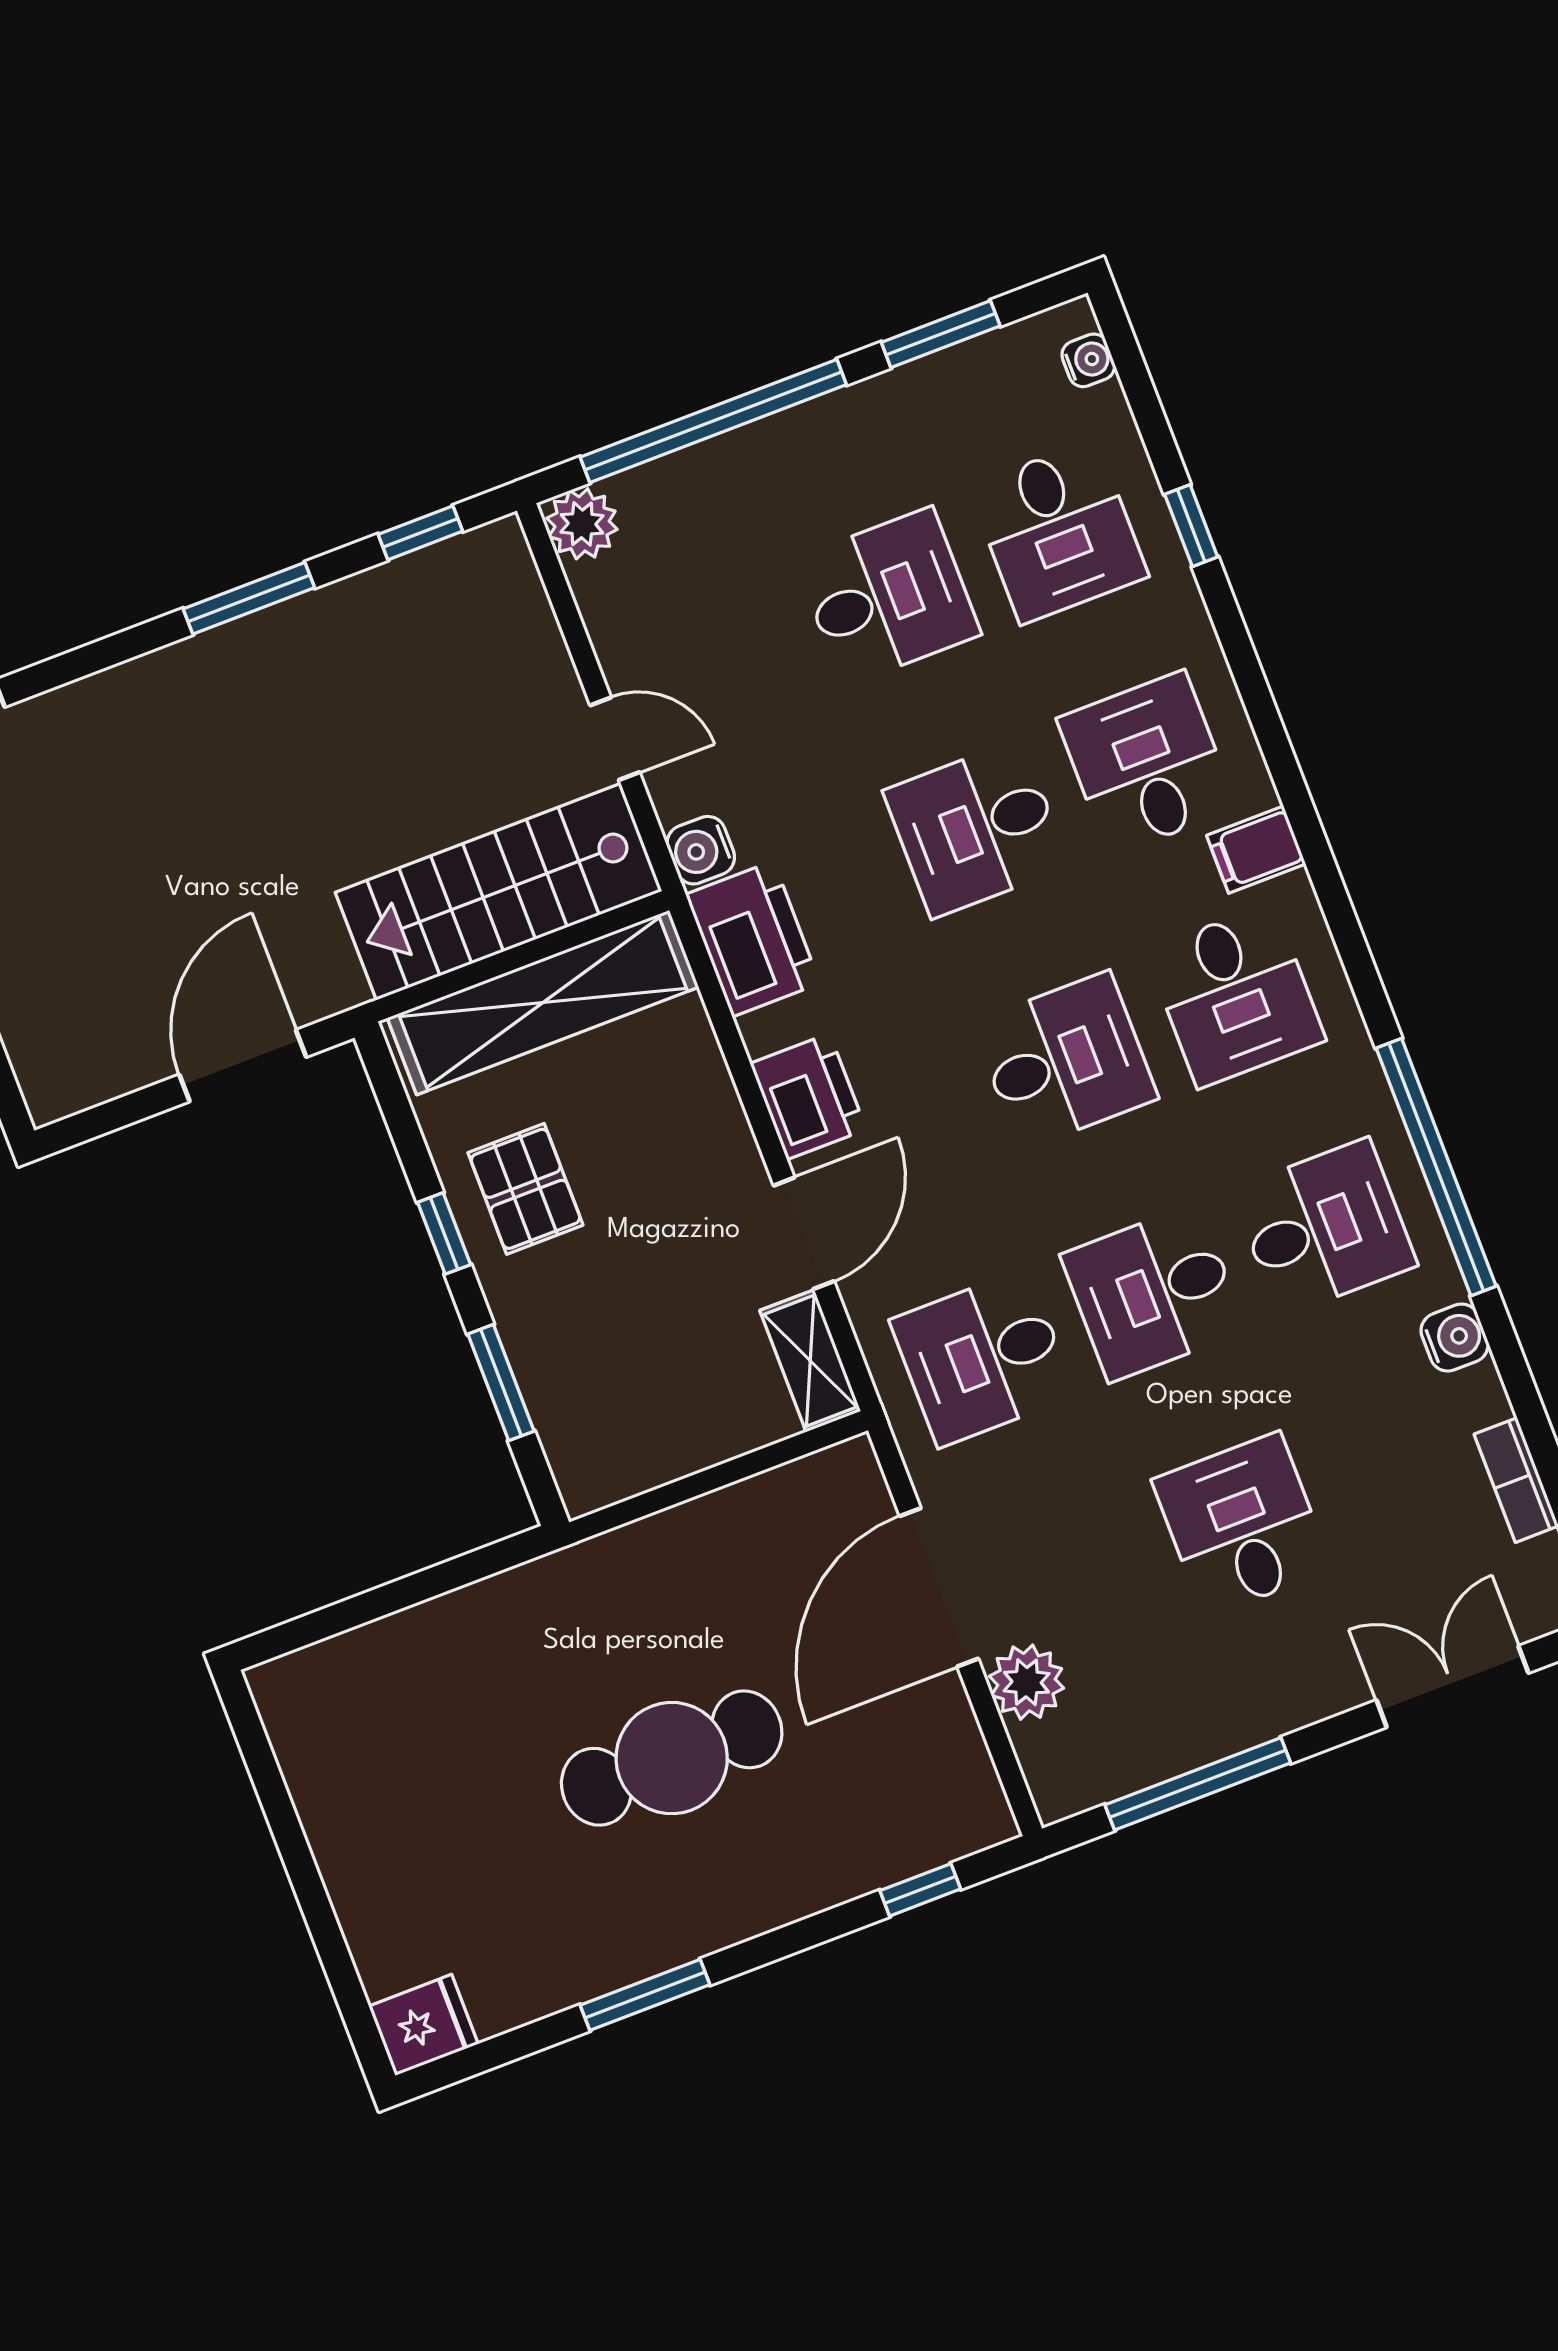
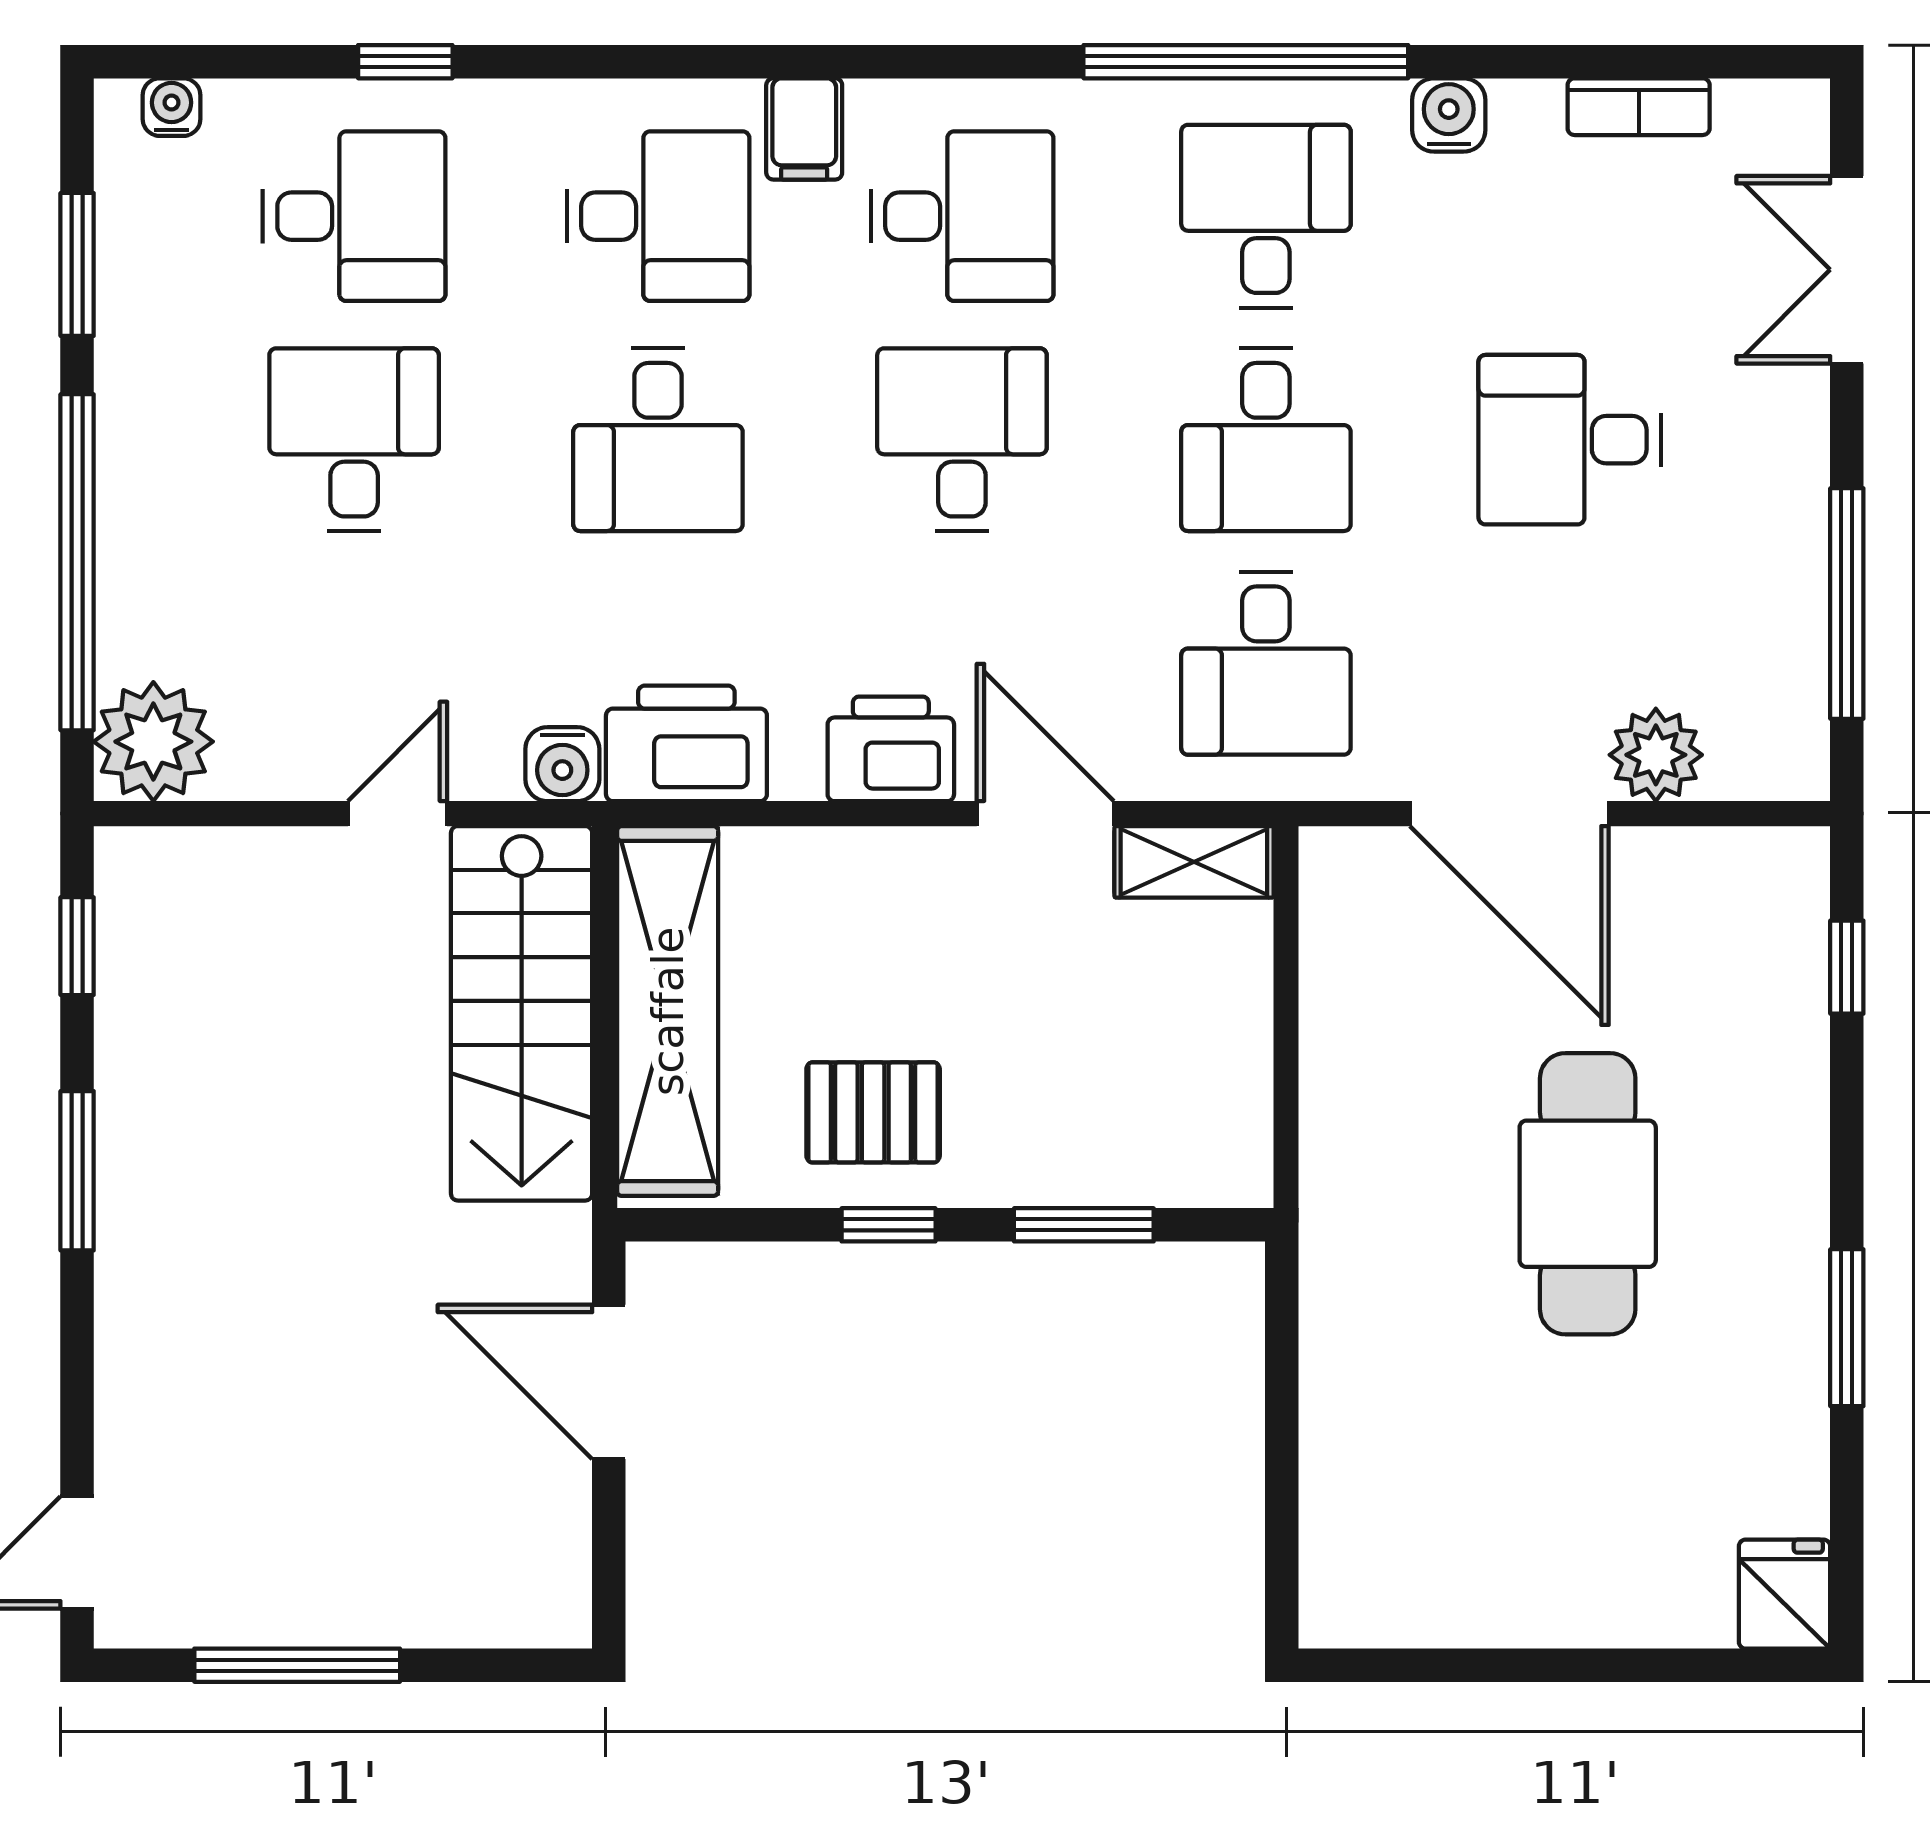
plant: (582, 524) -> (153, 742), width x1.36, depth x1.36
desk: (1147, 763) -> (658, 216), turned 180

